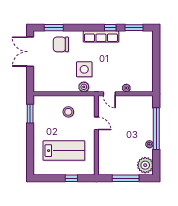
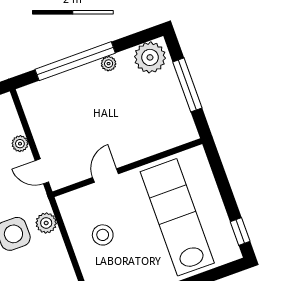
door: (109, 94) -> (42, 171), swing flipped
lab bench: (64, 151) -> (177, 217), width x1.36
window: (71, 178) -> (240, 231), moved

